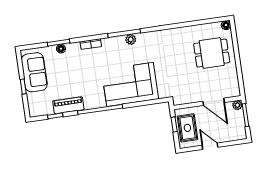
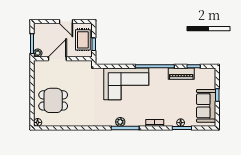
door: (214, 102) -> (57, 59), hinge flipped

